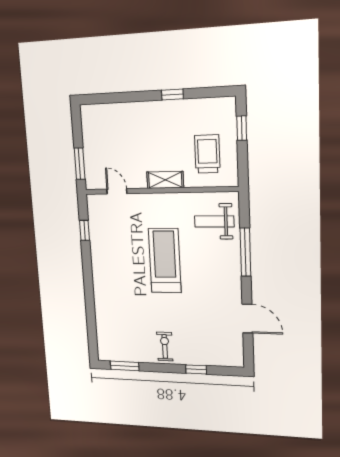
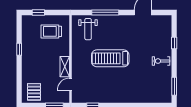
pallet: (100, 126) -> (34, 92), added
shelving: (165, 180) -> (65, 67), moved

